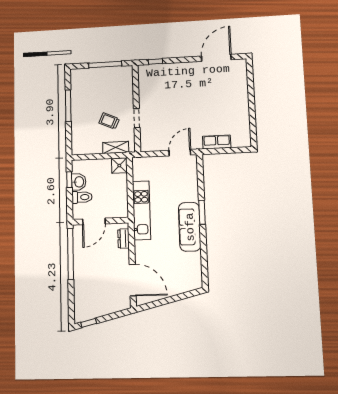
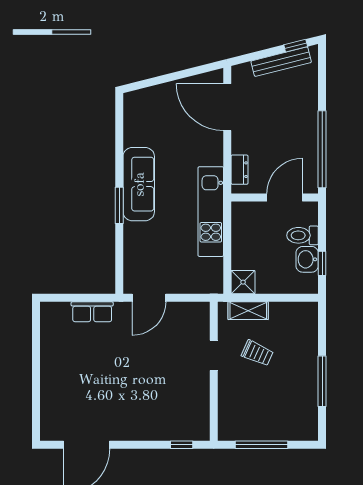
bench: (98, 312) -> (281, 62), added

